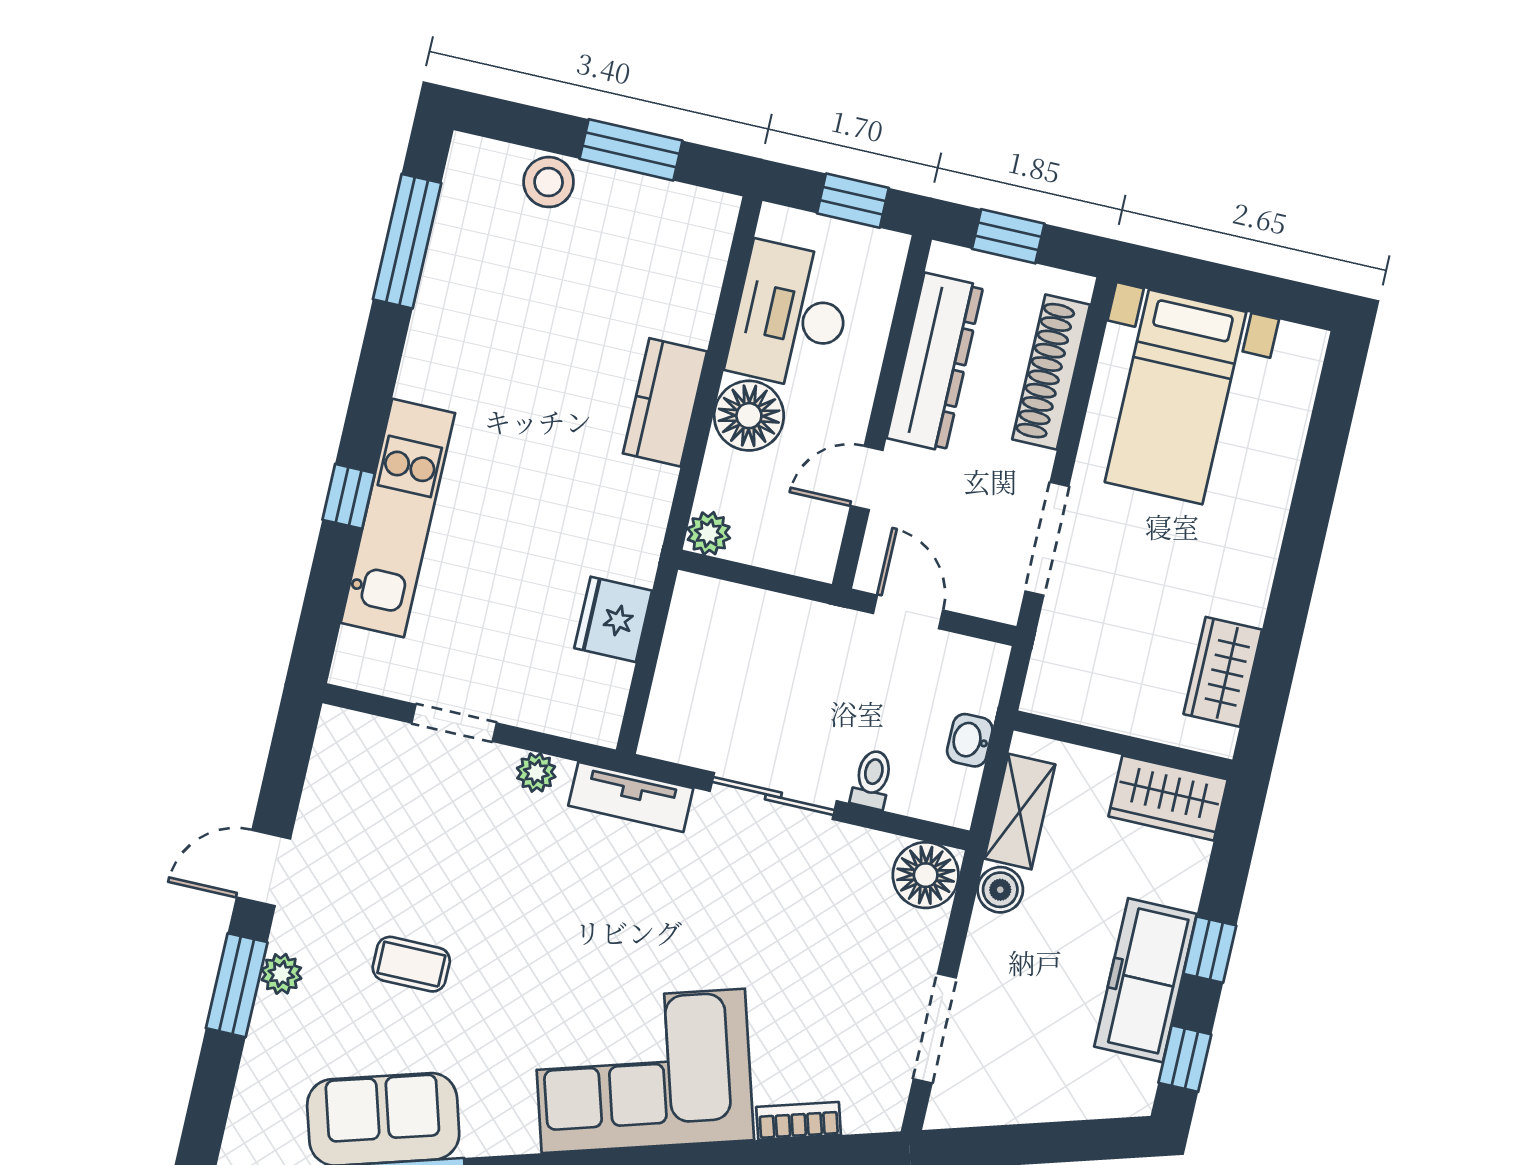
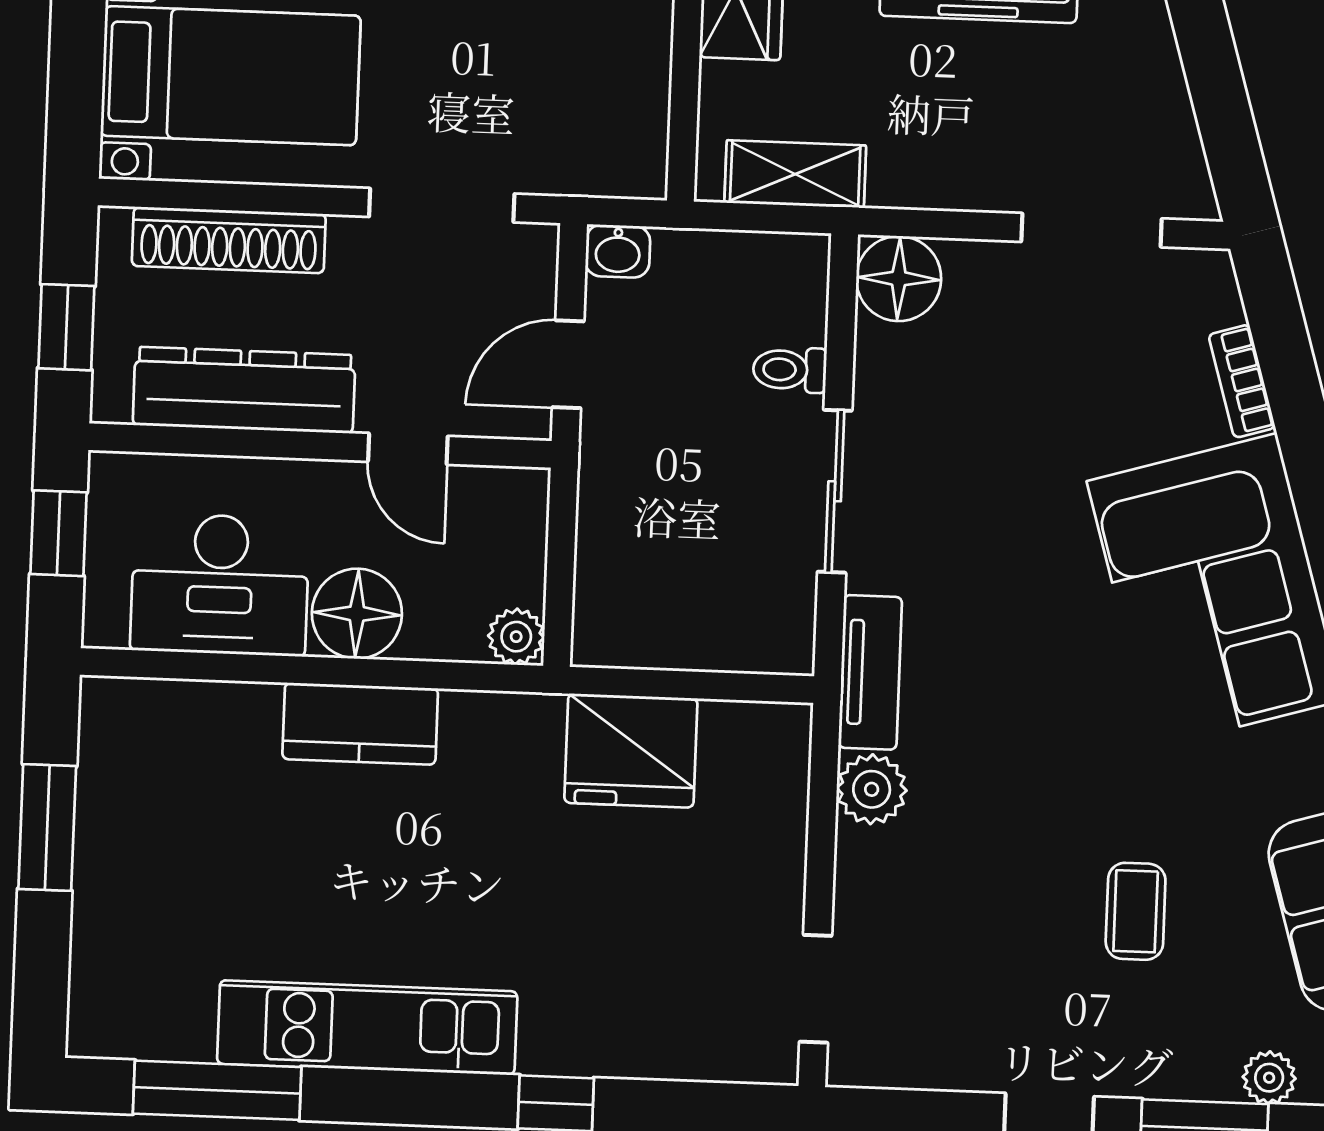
stool: (549, 182) -> (108, 925), removed
kitchen unit: (398, 518) -> (367, 1028), moved
fridge: (613, 619) -> (631, 751), width x1.36, depth x1.34
doorway: (454, 723) -> (816, 989), moved
washbasin: (970, 740) -> (618, 251), moved
plant: (536, 772) -> (872, 789), width x1.38, depth x1.38
boiler: (1000, 890) -> (899, 180), removed
plant: (281, 974) -> (1269, 1078), moved

